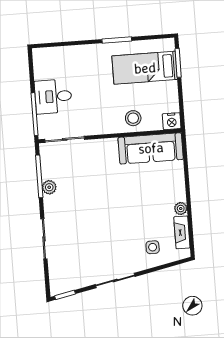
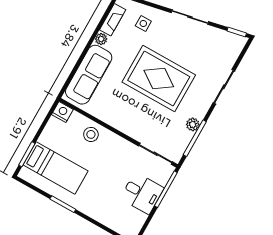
sofa: (151, 148) -> (89, 75), moved, turned 90
rug: (106, 208) -> (159, 78), added

